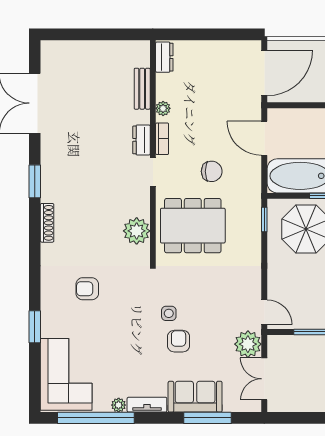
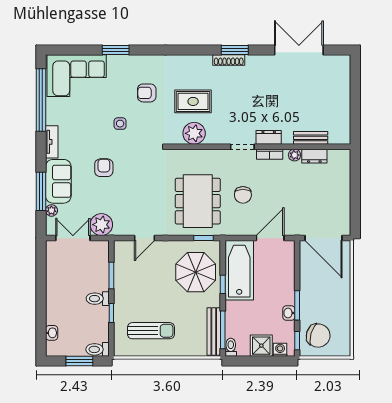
dresser: (164, 57) -> (314, 156), moved
shoe rack: (47, 223) -> (229, 60), moved
dining table: (193, 226) -> (198, 201), moved
rug: (98, 232) -> (193, 101), added
armchair: (87, 289) -> (147, 93), turned -90
door: (264, 312) -> (144, 238), moved
side table: (169, 313) -> (120, 124), moved
armchair: (179, 341) -> (104, 168), turned -90
plant: (119, 405) -> (51, 210), moved

